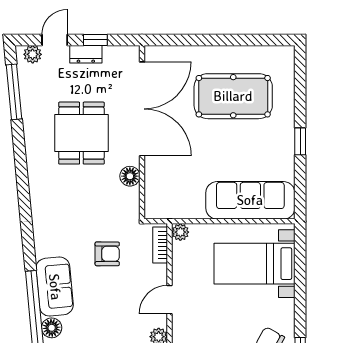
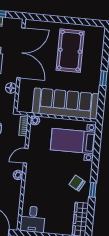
pool table: (233, 96) -> (70, 51), turned 90
sofa: (250, 200) -> (66, 104), width x1.36, depth x1.27

